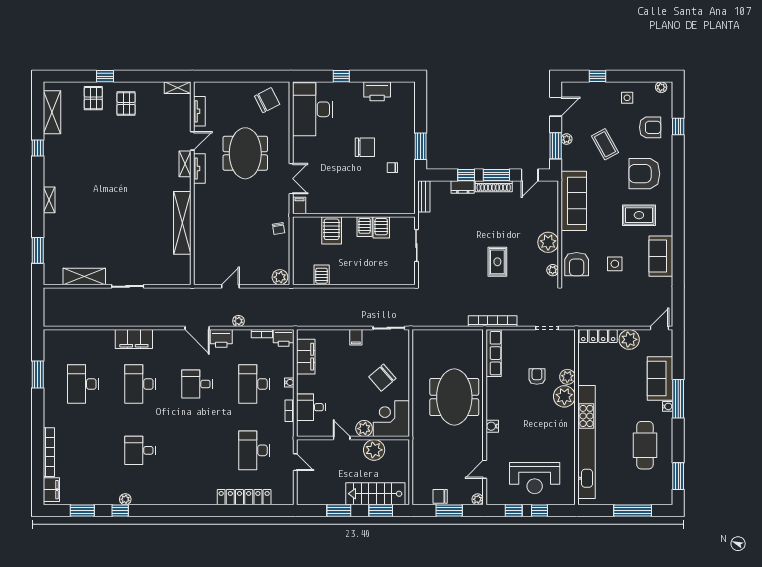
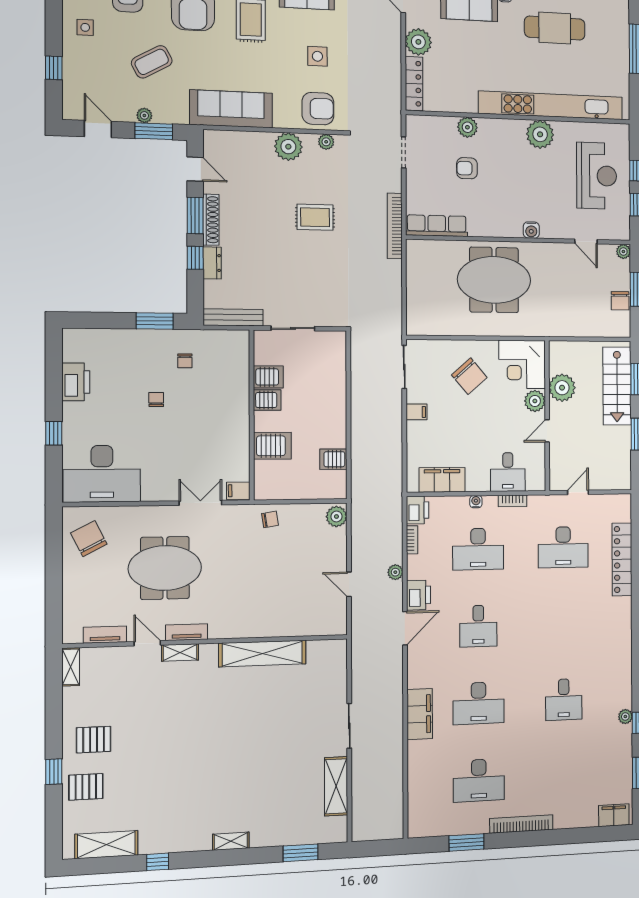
chair: (365, 147) -> (156, 399), width x0.54, depth x0.54
bench: (424, 196) -> (233, 317), width x1.36
plant: (564, 396) -> (540, 134), moved
bookcase: (49, 452) -> (521, 824), moved

